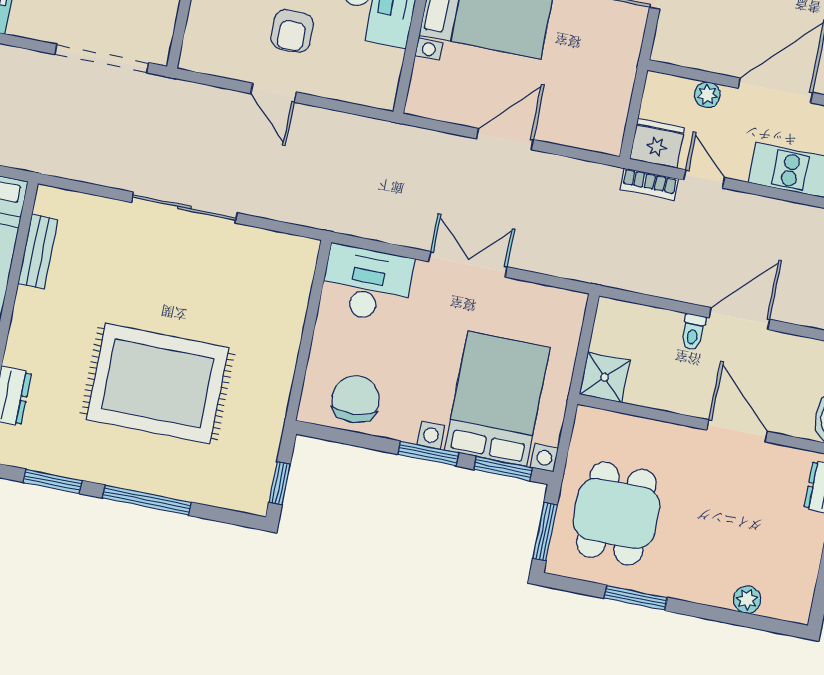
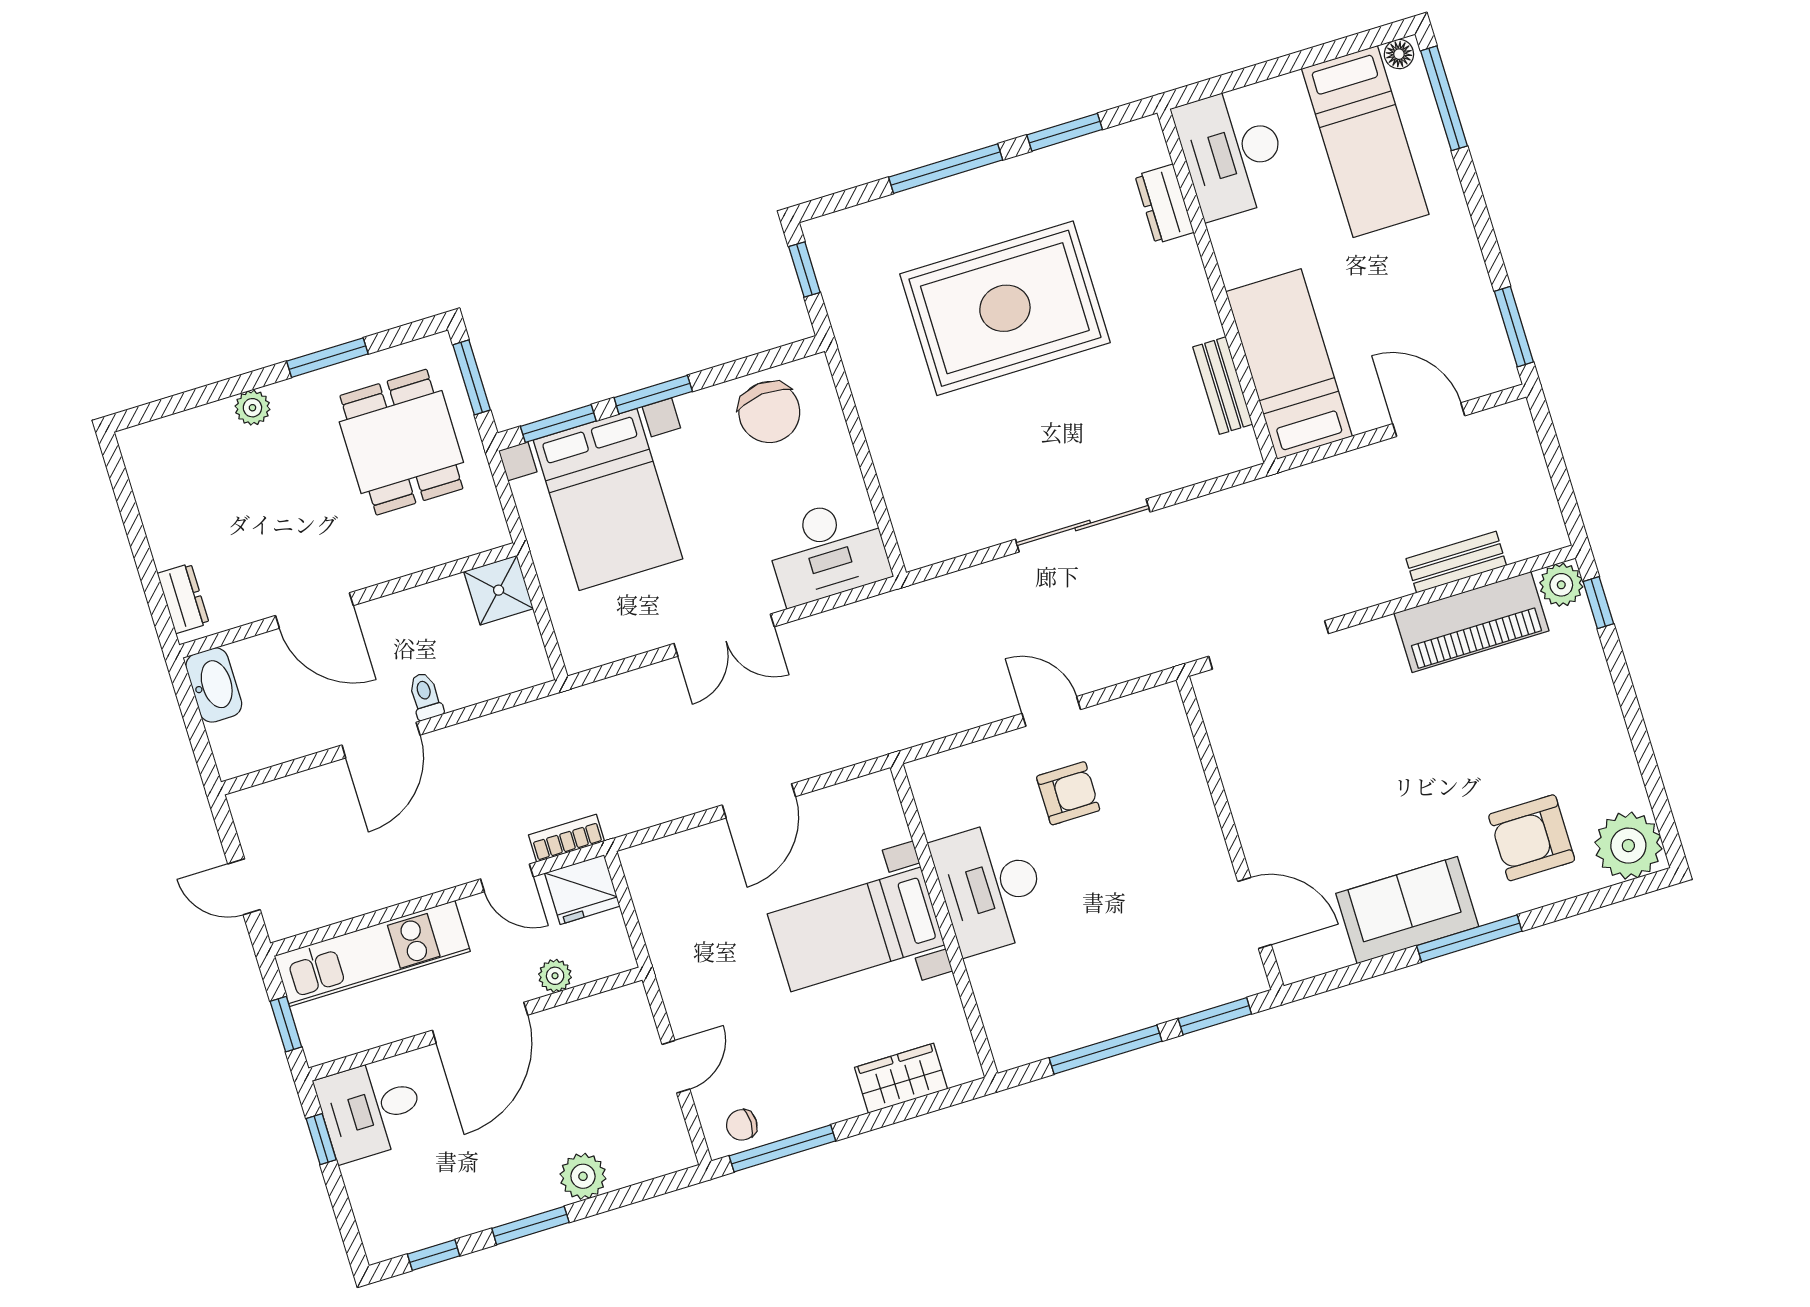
armchair: (292, 31) -> (1068, 793), turned 90
plant: (747, 600) -> (252, 408), moved

